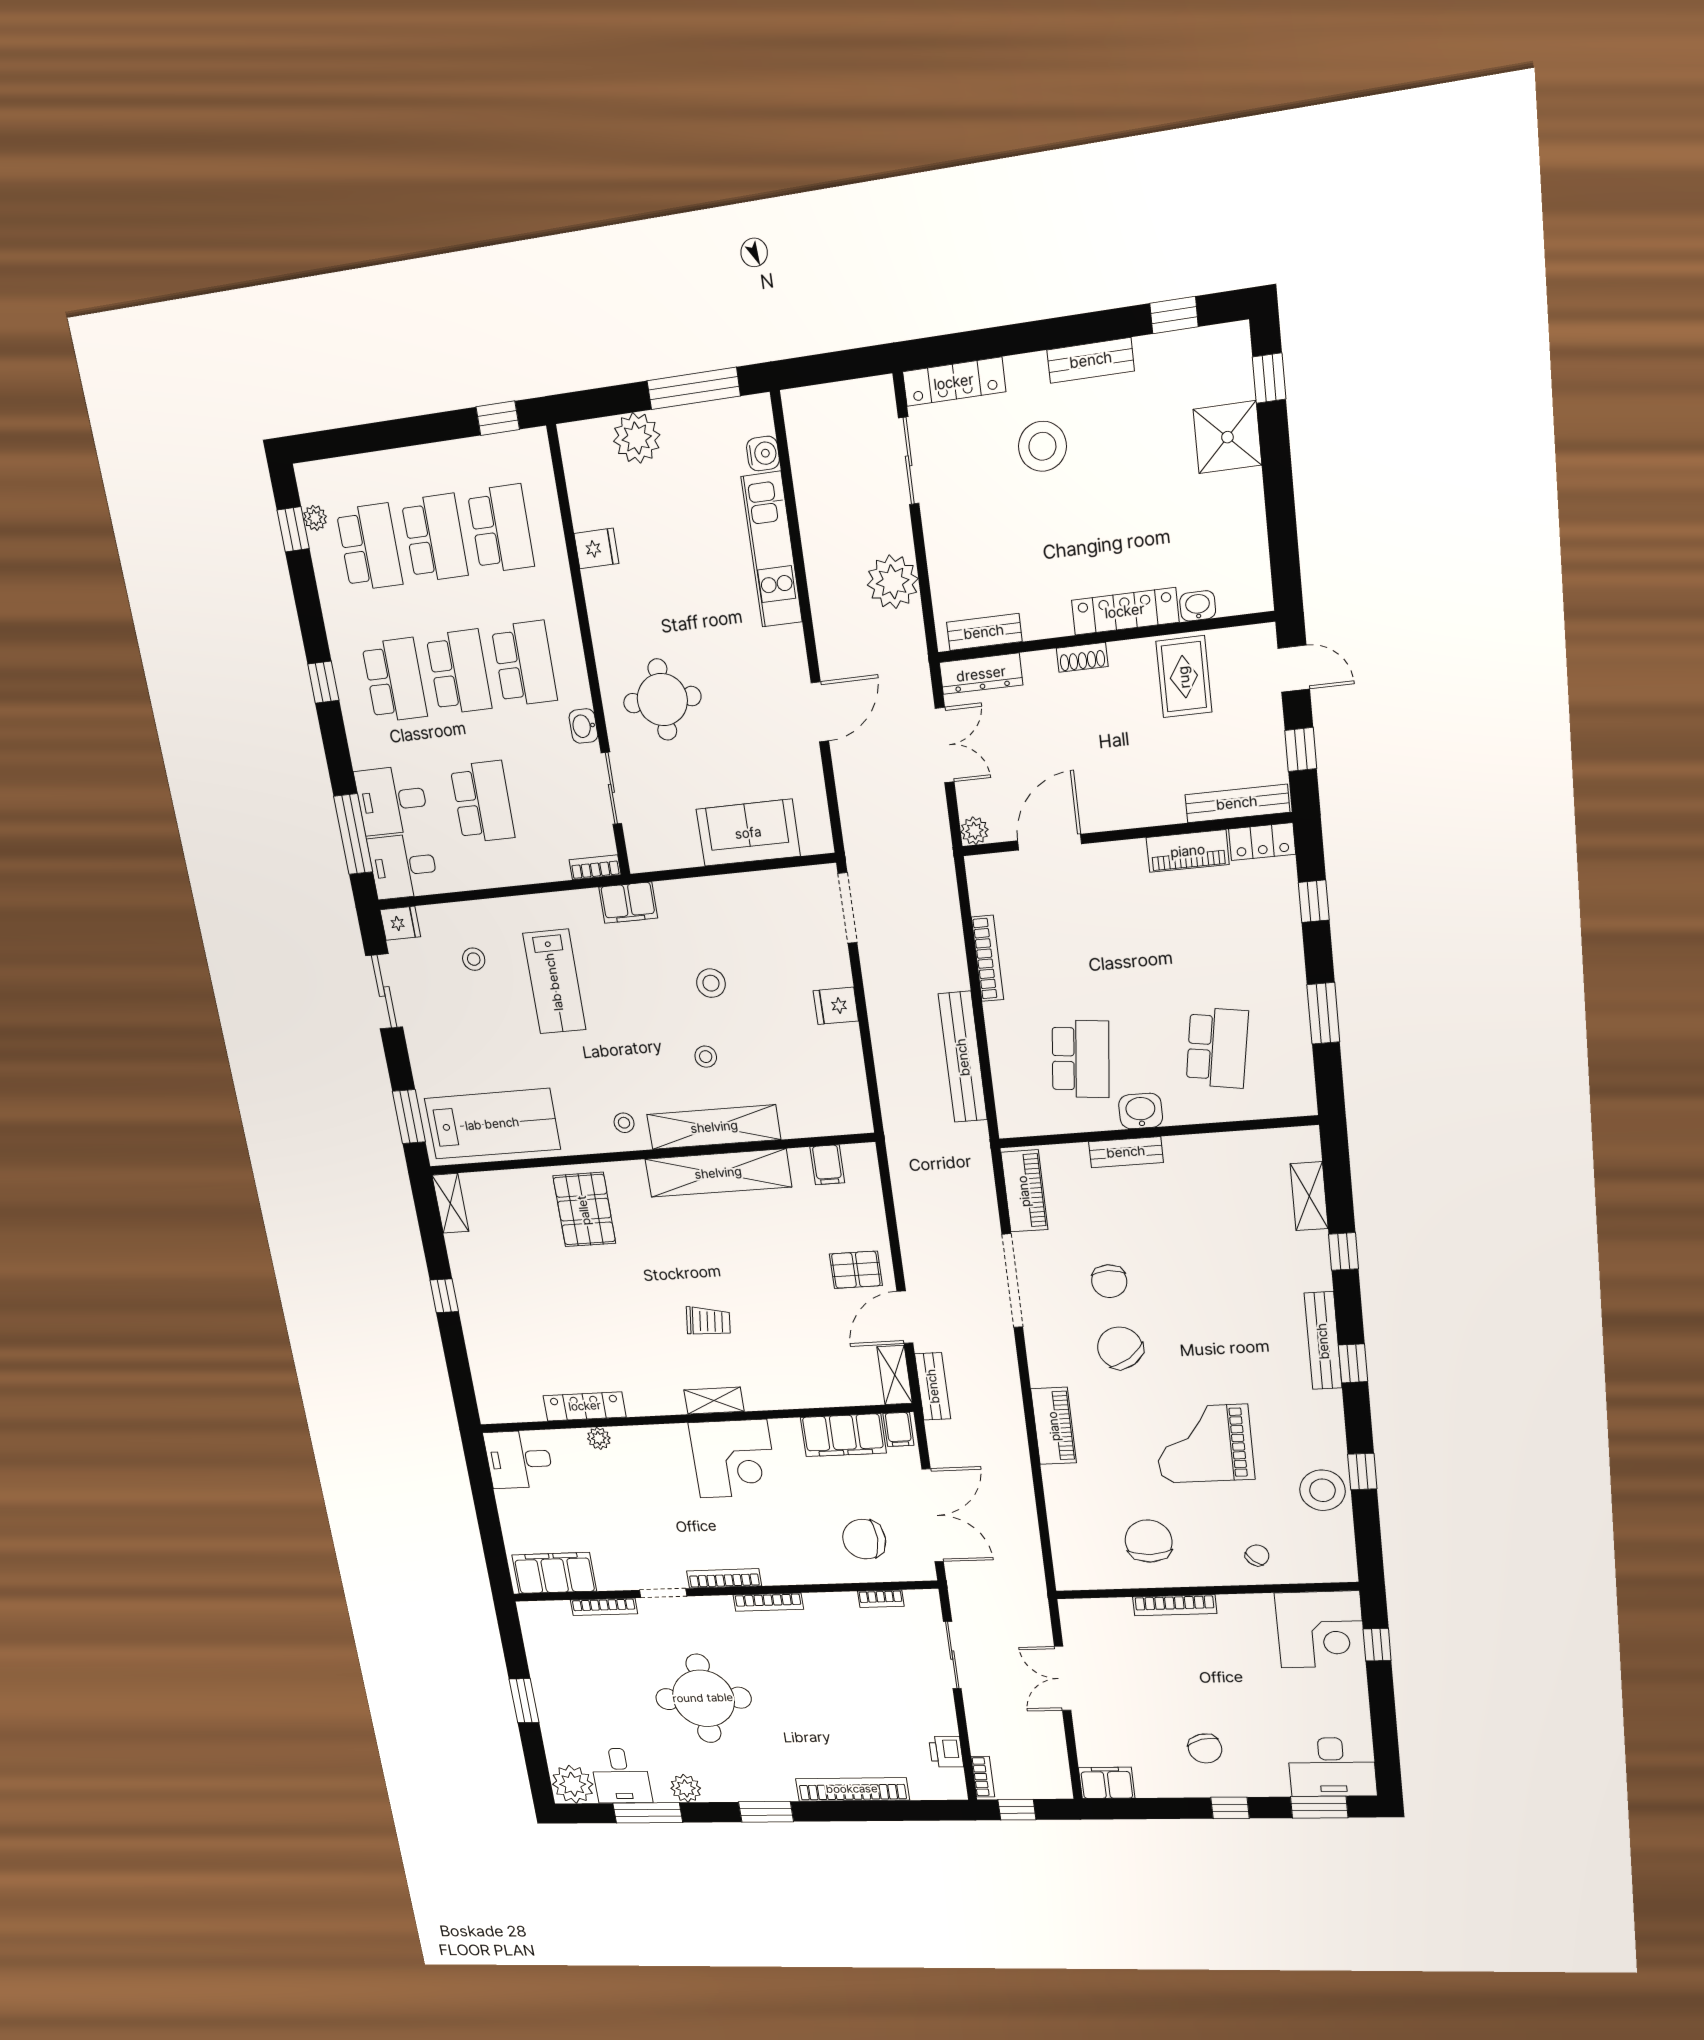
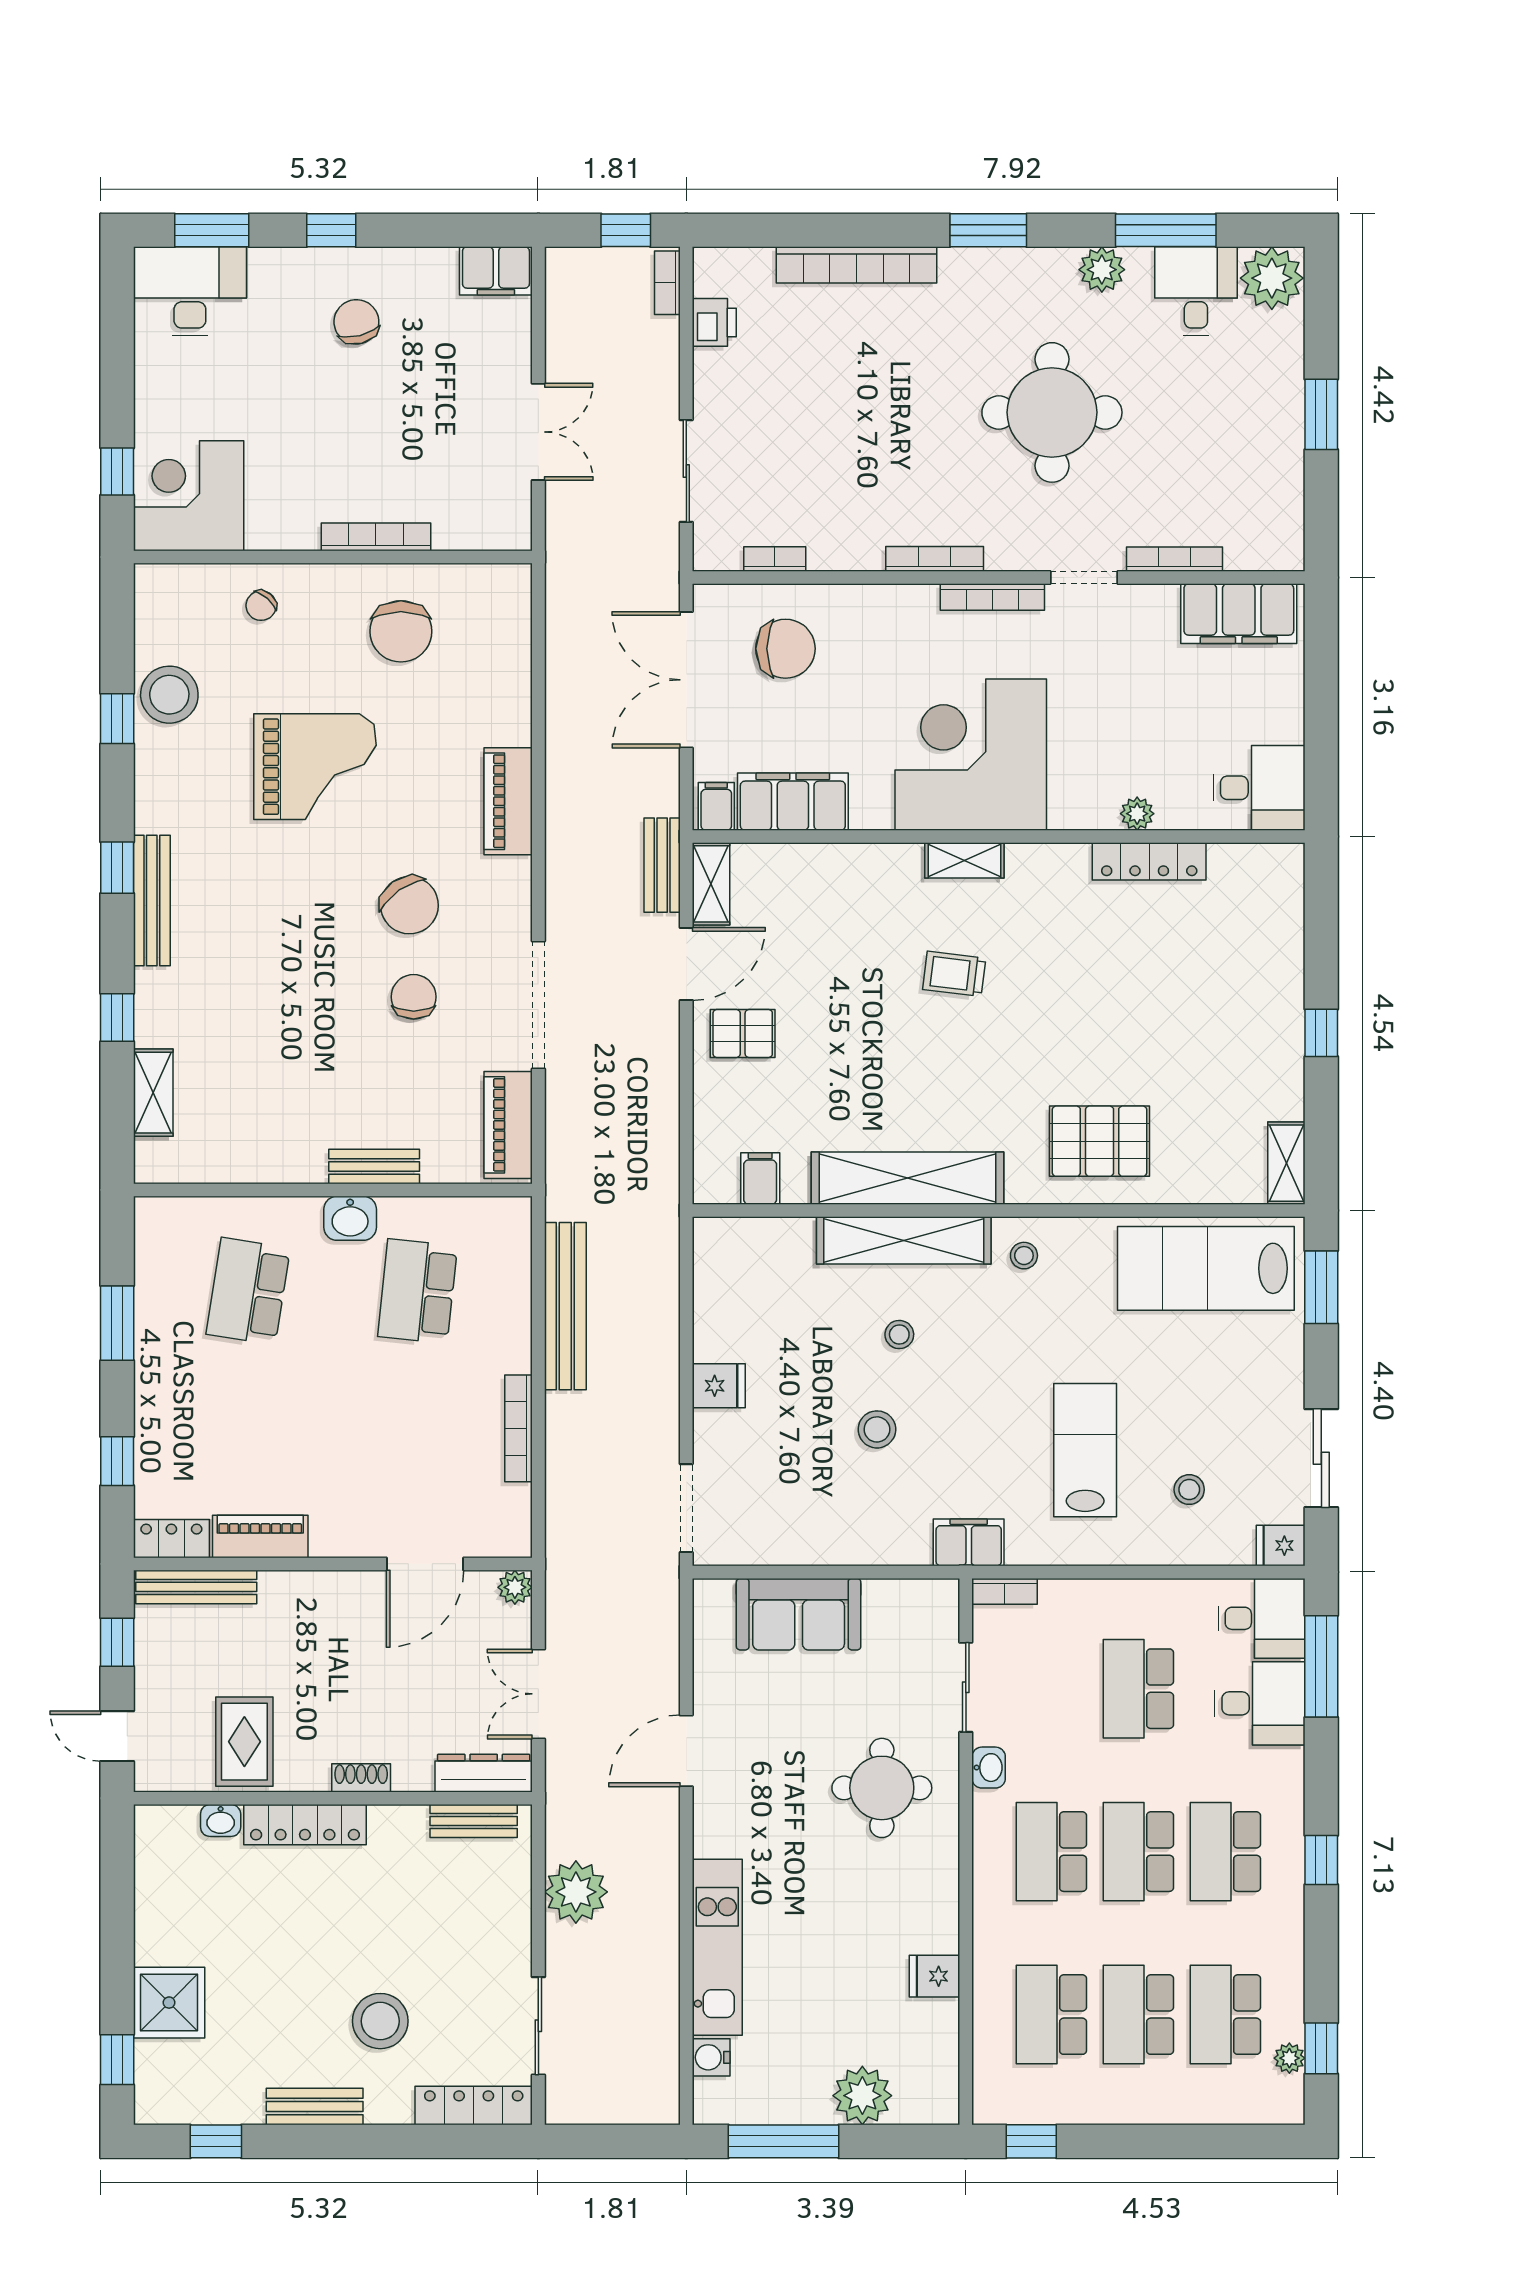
pallet: (584, 1210) -> (1100, 1141), turned 90
corner desk: (733, 1459) -> (971, 755), width x1.36, depth x1.36

